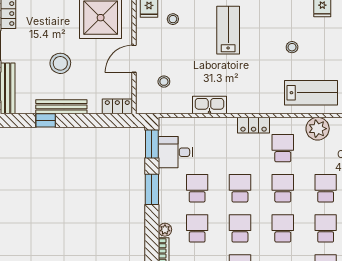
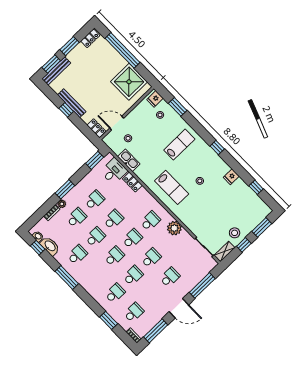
door: (134, 59) -> (117, 123), moved
stool: (60, 63) -> (91, 84), removed
lab bench: (311, 93) -> (172, 187), moved
kitchen sink: (209, 105) -> (129, 160), moved
window: (46, 120) -> (66, 110), moved
locker: (254, 125) -> (132, 182), moved
desk: (175, 152) -> (114, 171), moved, turned 90
window: (152, 189) -> (65, 189), moved

